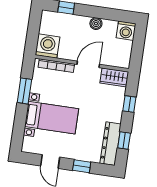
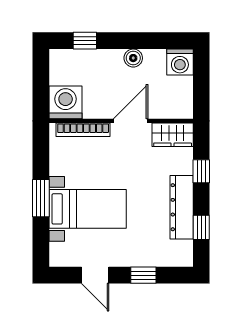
window: (24, 91) -> (41, 198), moved
dresser: (110, 144) -> (182, 207), moved

